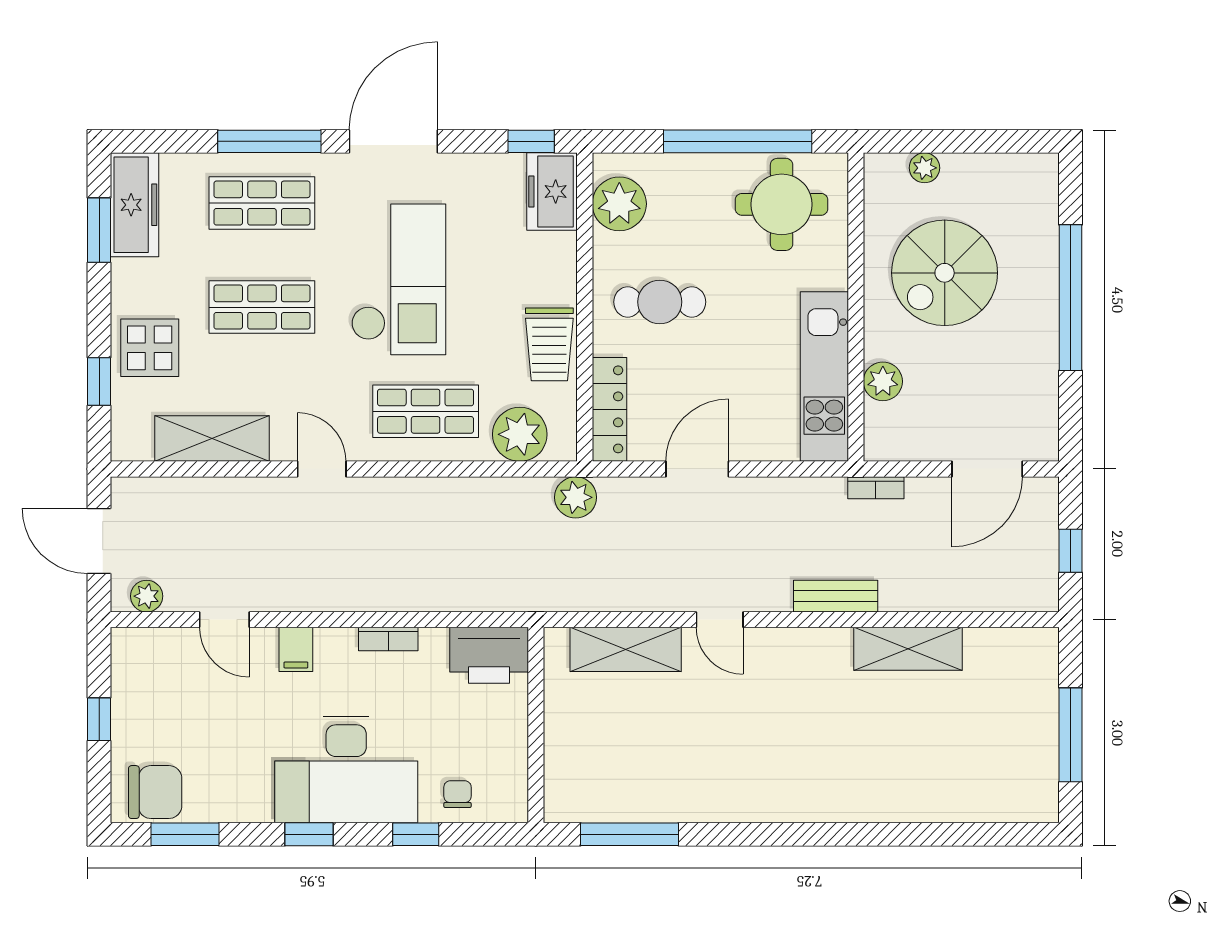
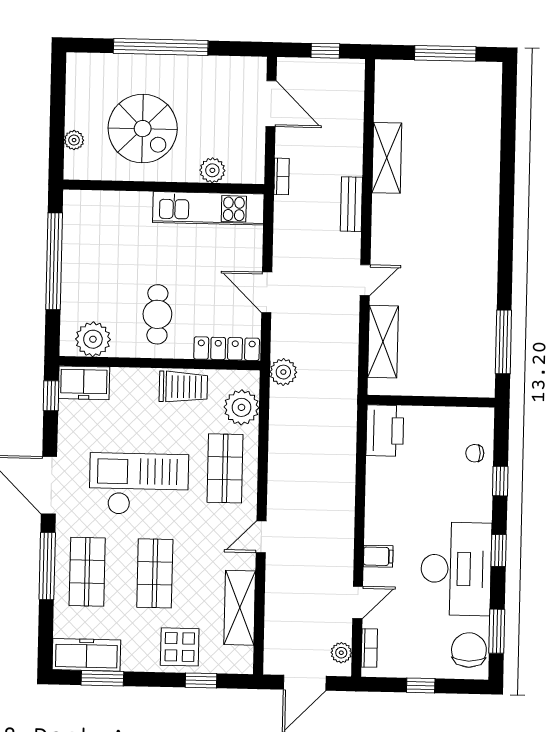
round table: (782, 204) -> (96, 234), removed
bookcase: (388, 639) -> (369, 648), moved
desk: (346, 770) -> (456, 569), moved

